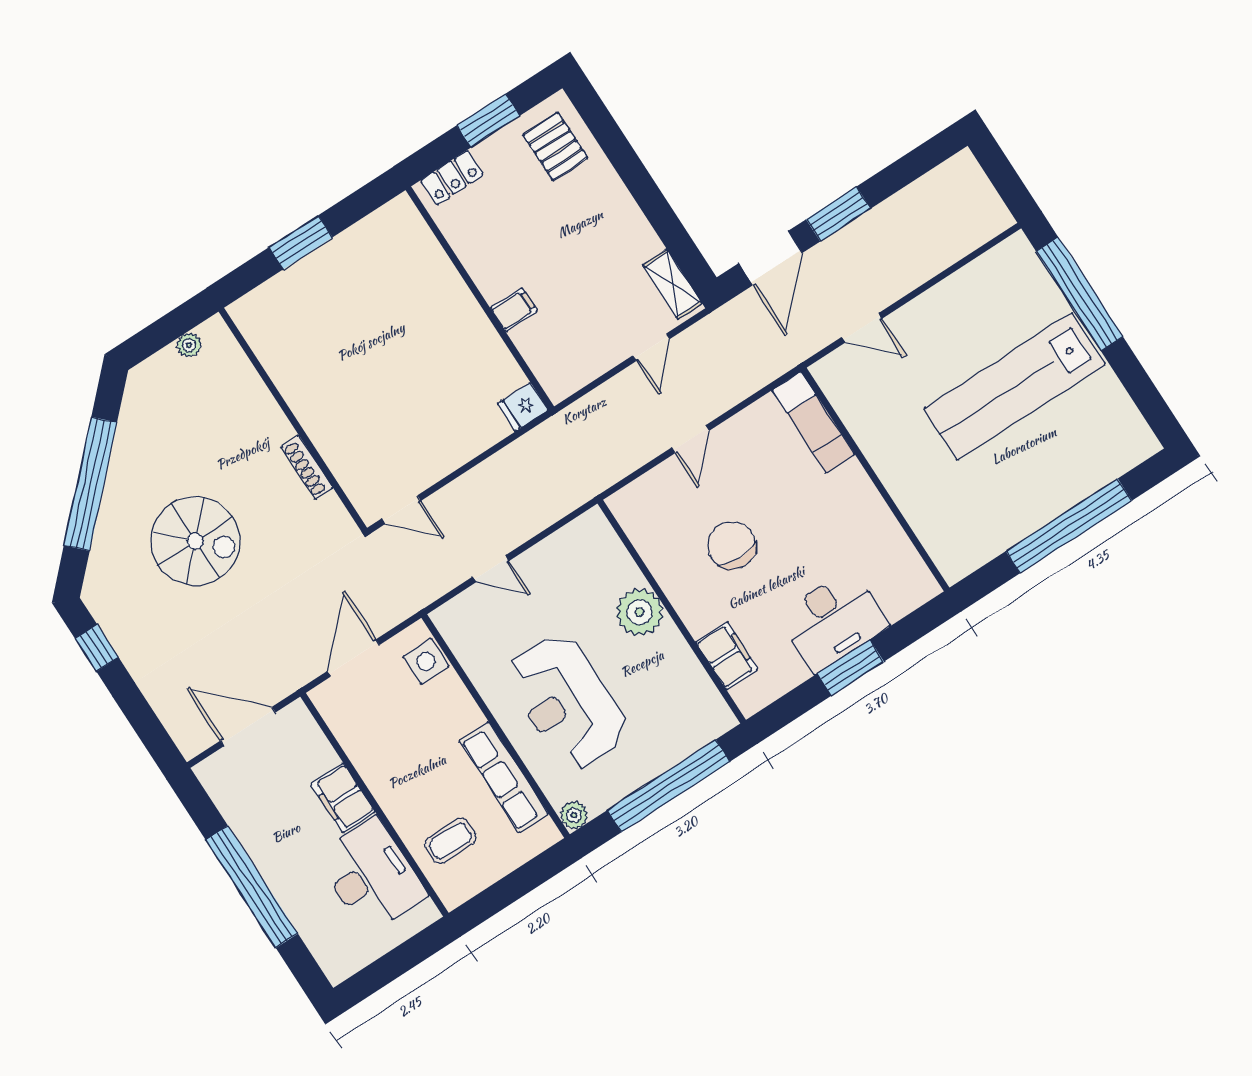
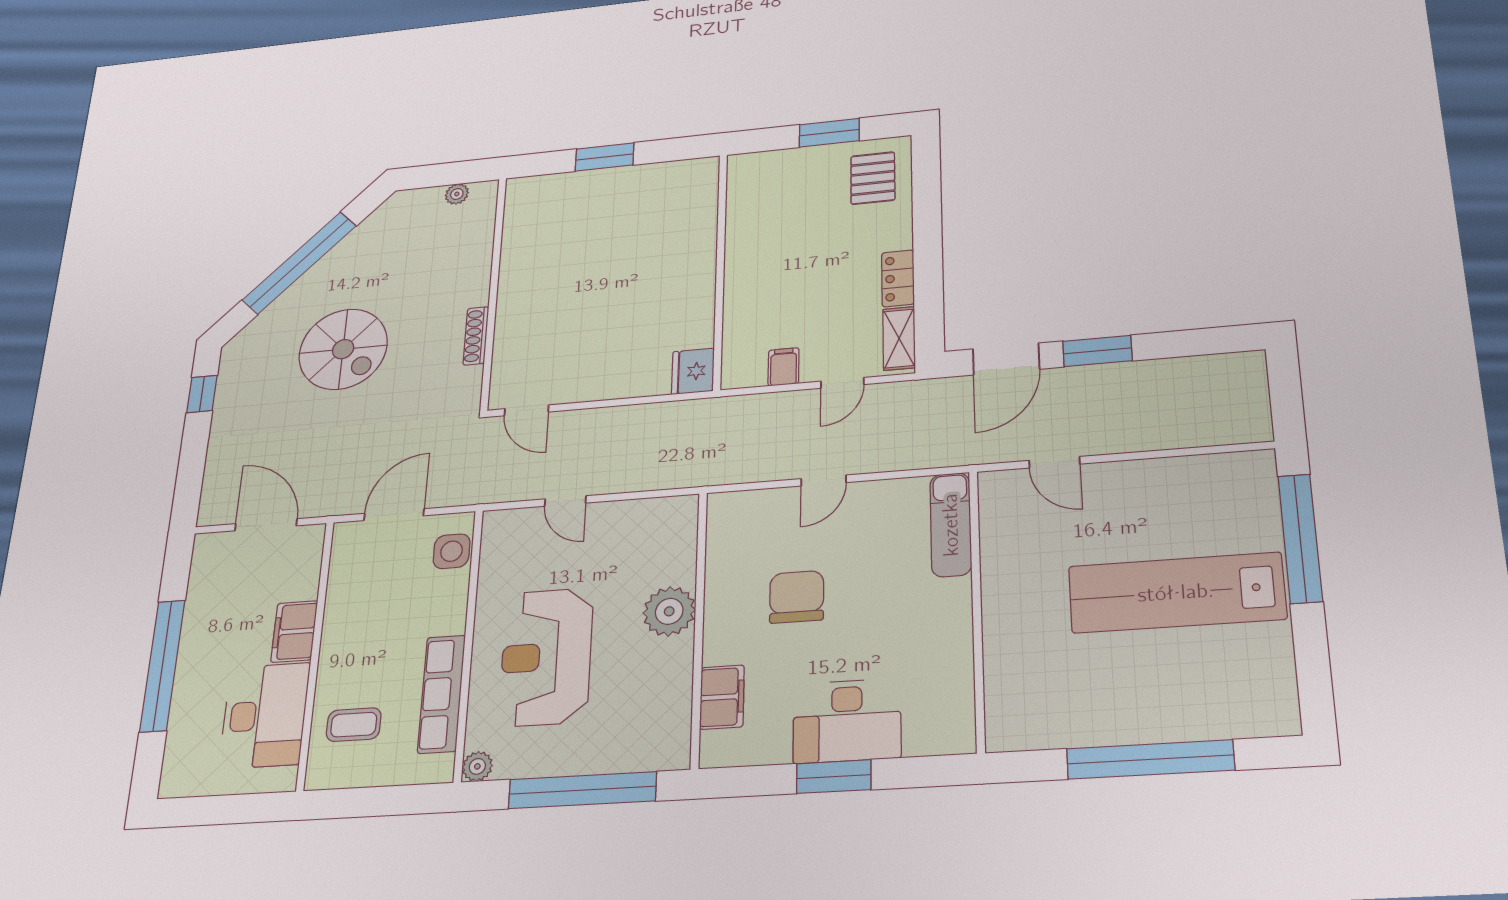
locker: (452, 178) -> (898, 278), moved, turned 90
filing cabinet: (514, 310) -> (784, 367), moved, turned -90
fridge: (523, 407) -> (693, 371), width x1.38

